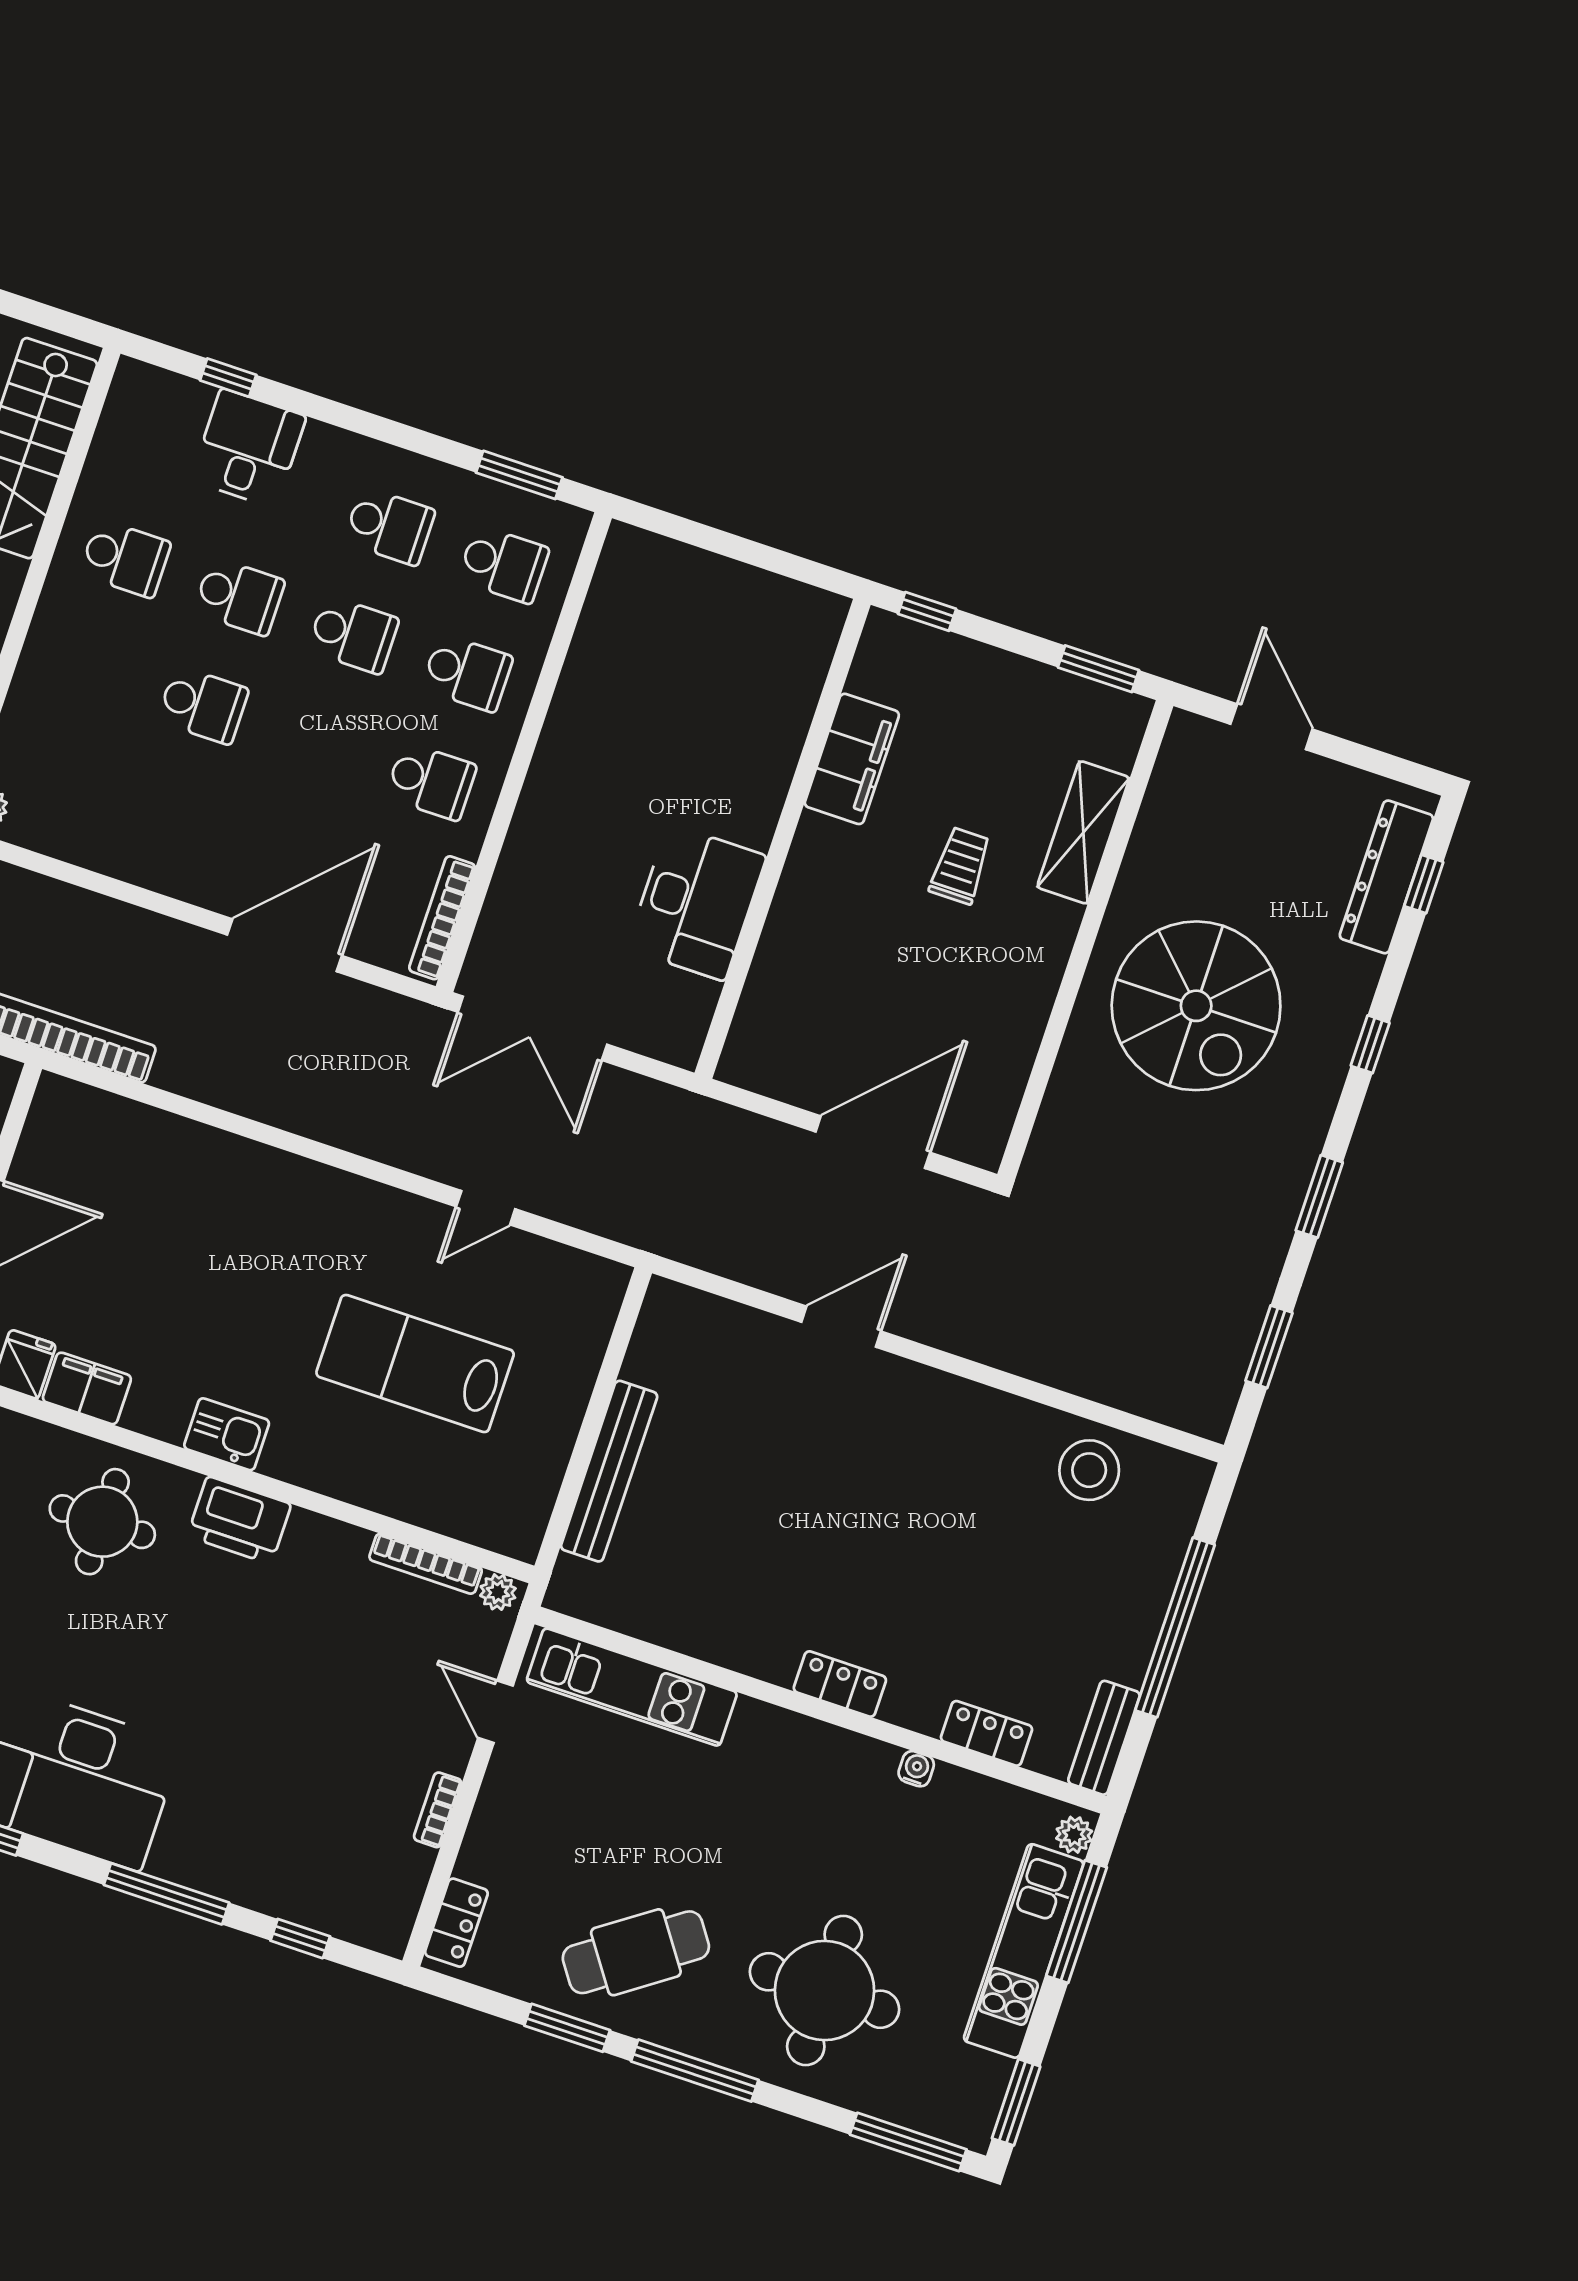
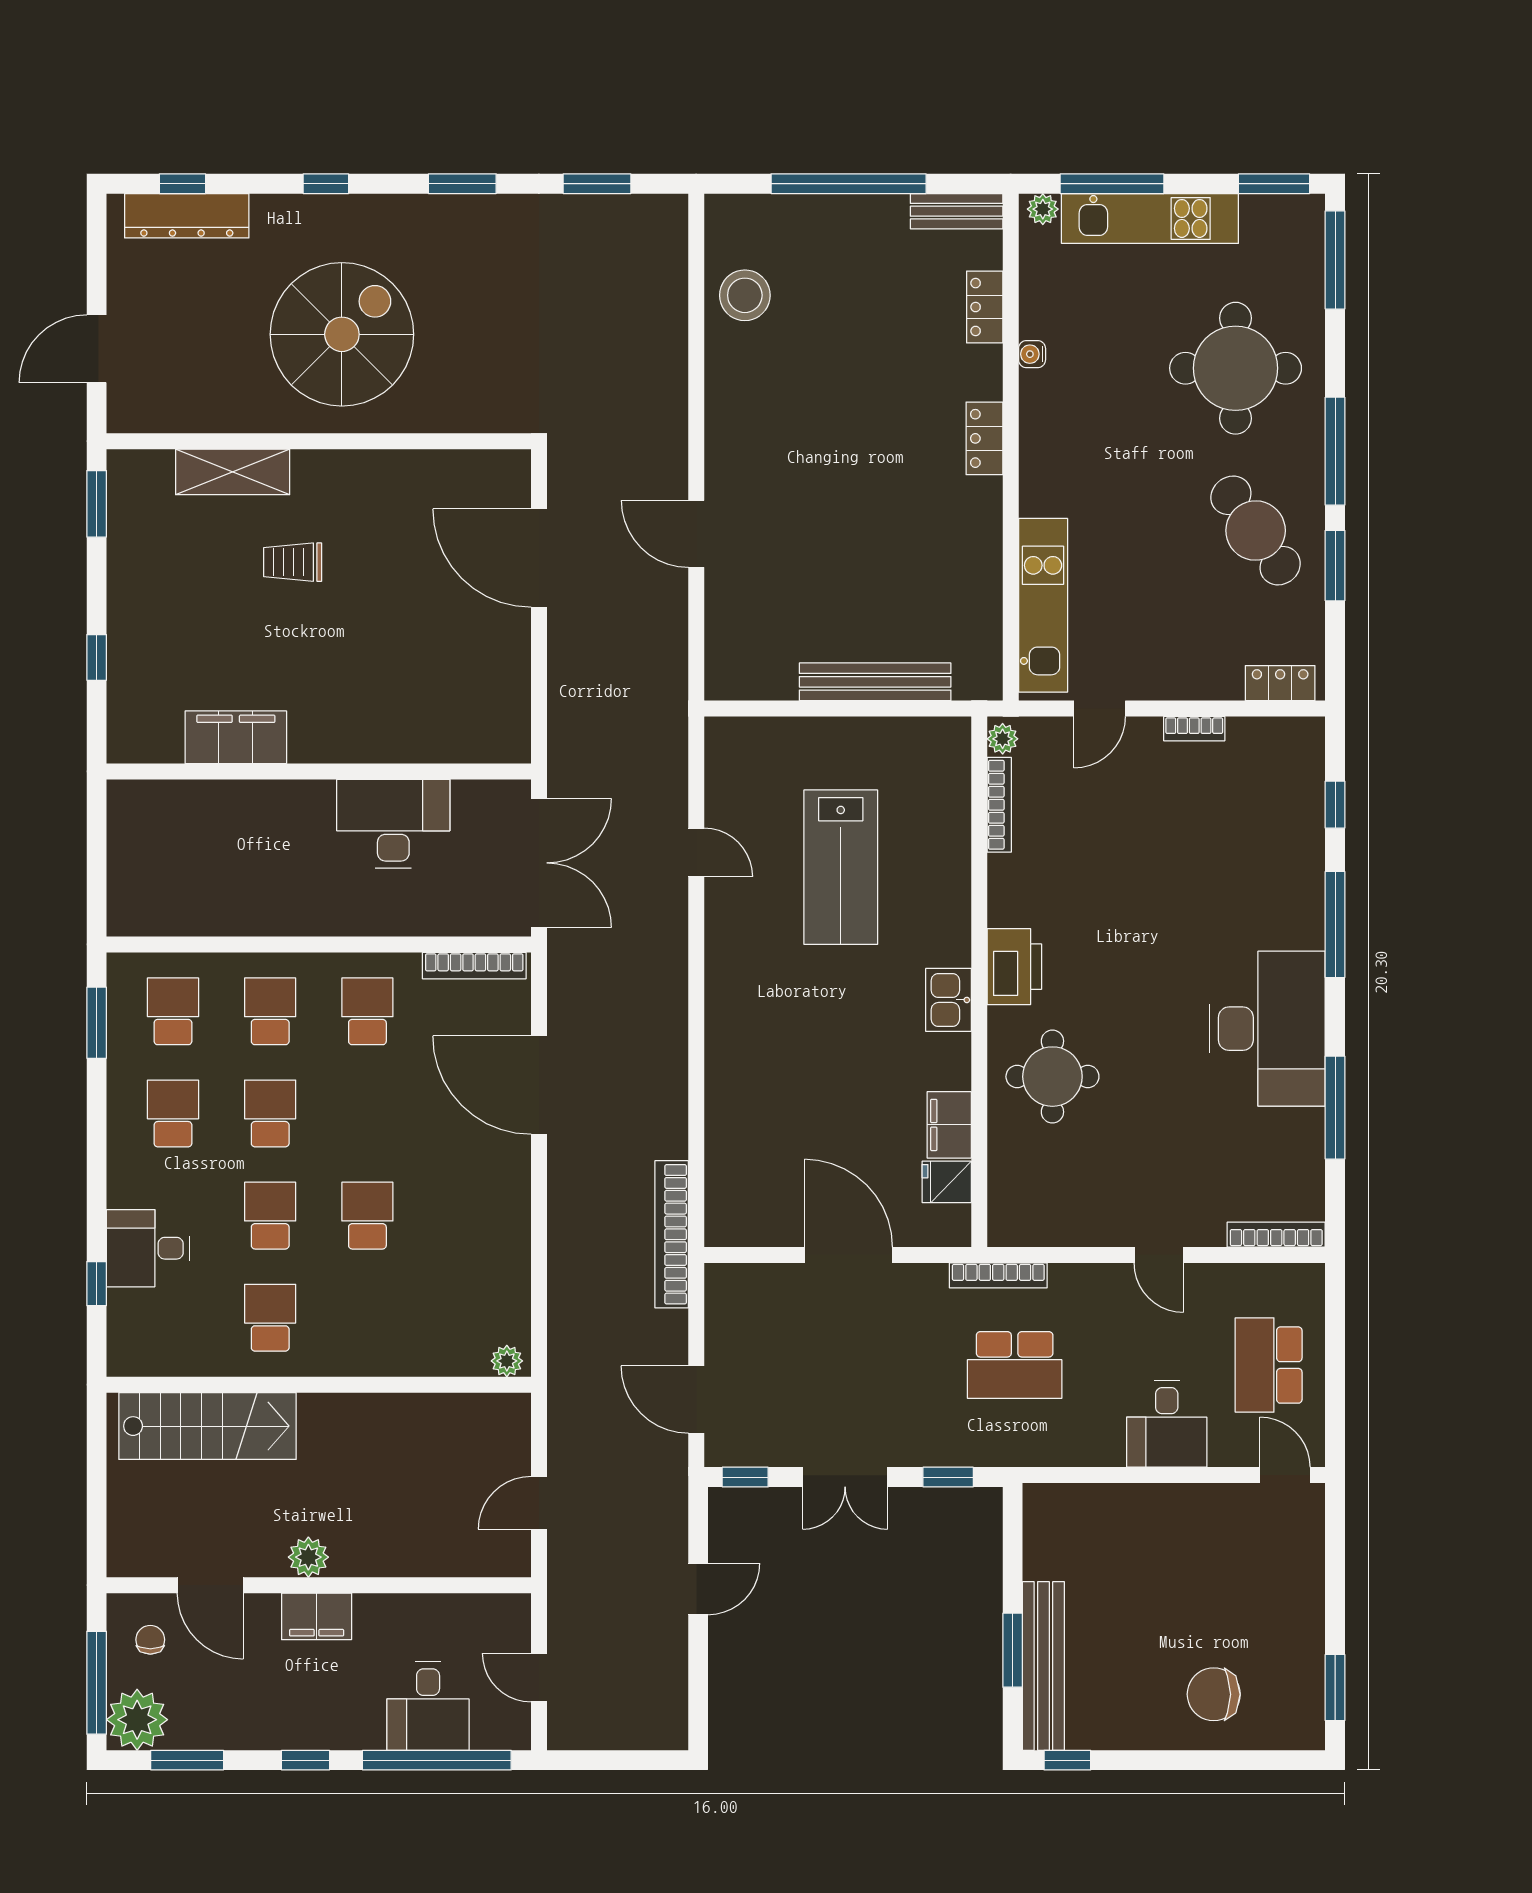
filing cabinet: (852, 759) -> (236, 737), moved
wall: (783, 839) -> (319, 771), moved
desk: (696, 902) -> (393, 824), moved

